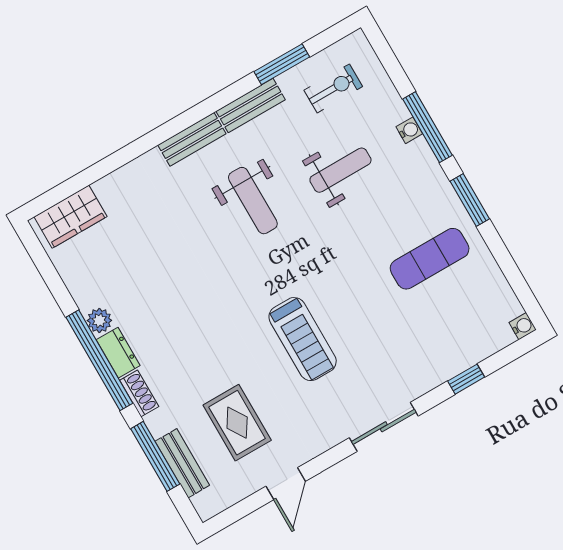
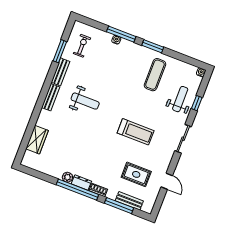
weight bench: (340, 170) -> (180, 99), moved
wardrobe: (70, 217) -> (37, 140), moved

